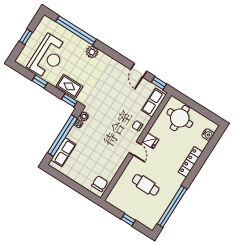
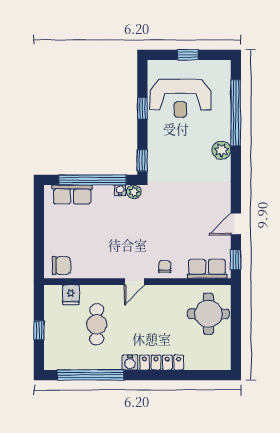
rug: (69, 86) -> (160, 149), removed
water cooler: (208, 135) -> (130, 363), moved
fridge: (150, 141) -> (71, 295), moved

